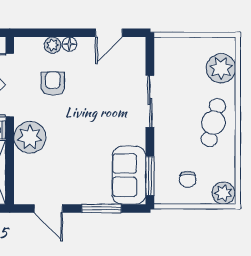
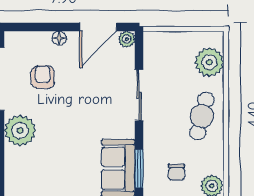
door: (109, 33) -> (98, 27), width x1.38
plant: (52, 45) -> (127, 39), moved

